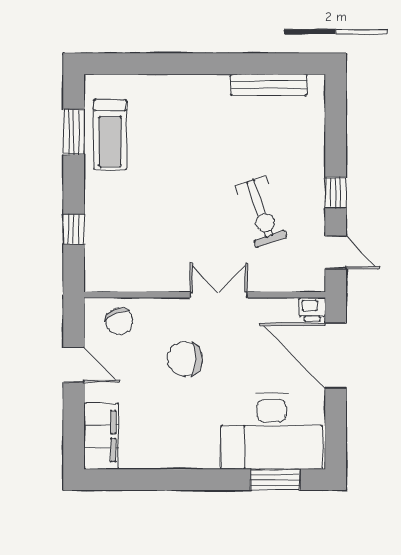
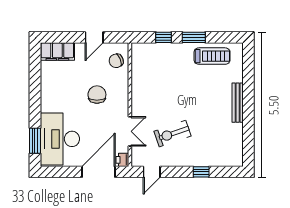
bench: (269, 85) -> (238, 103), moved
window: (74, 132) -> (194, 37), moved
treadmill: (110, 135) -> (212, 56), turned 180
window: (336, 193) -> (201, 172), moved
double door: (219, 295) -> (130, 131), moved

